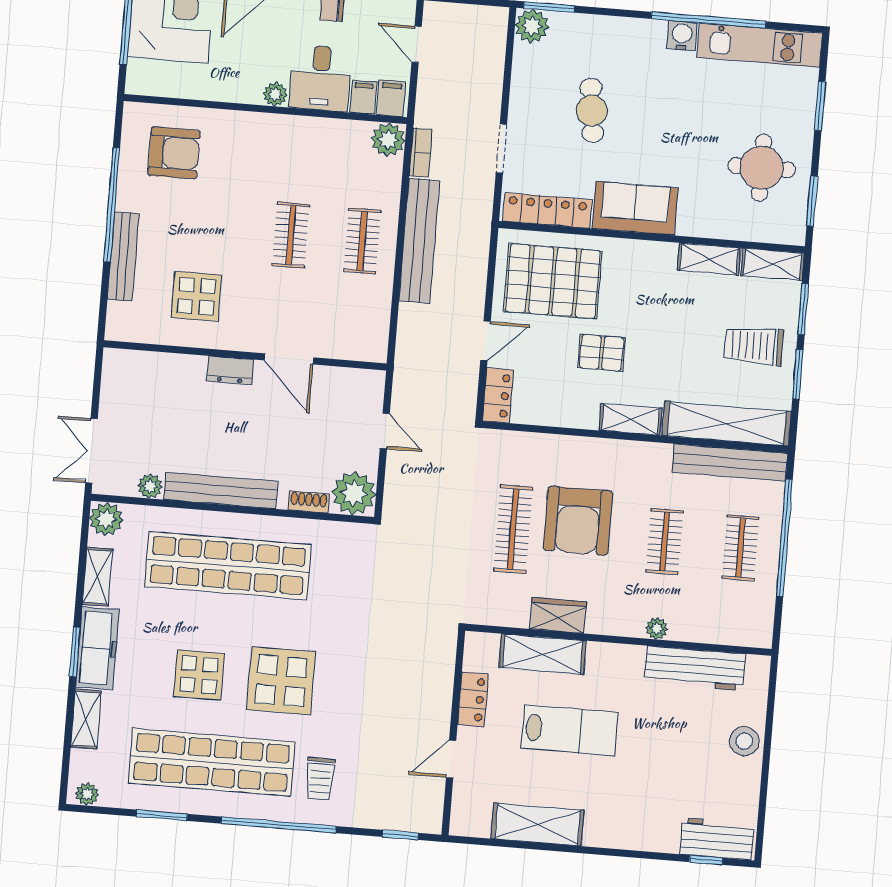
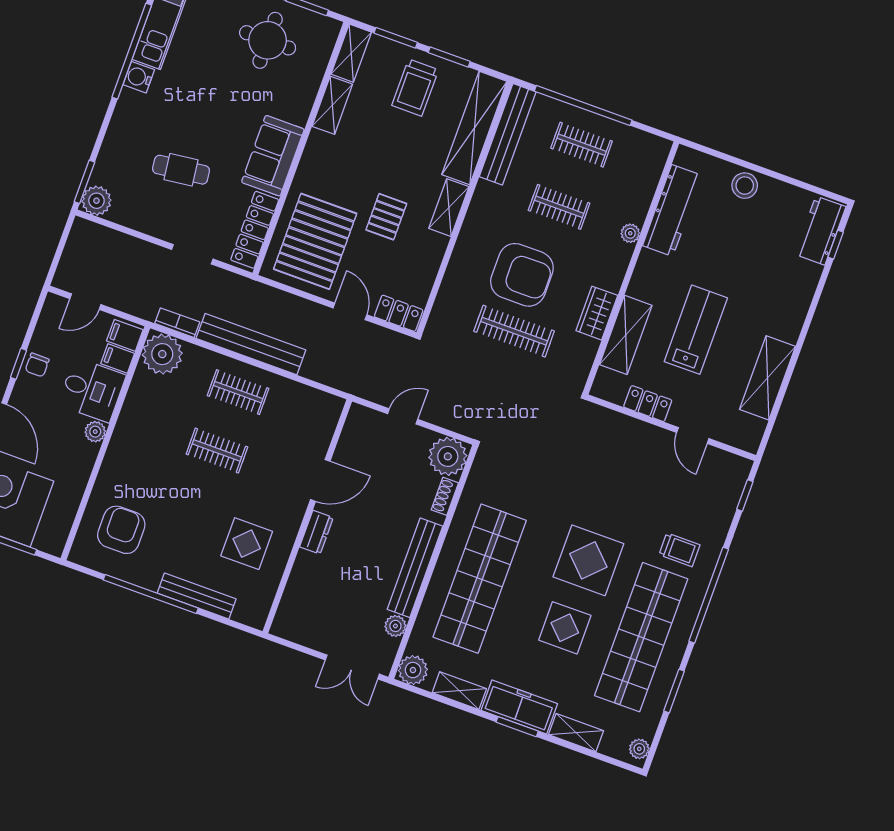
plant: (388, 140) -> (162, 354), width x1.36, depth x1.36

